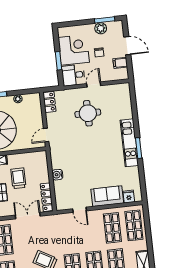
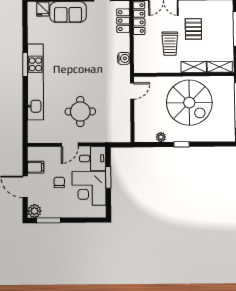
plant: (101, 28) -> (34, 211), moved
locker: (49, 102) -> (123, 21), moved
kitchen unit: (129, 143) -> (35, 82), width x1.36
water cooler: (57, 175) -> (124, 58), moved

